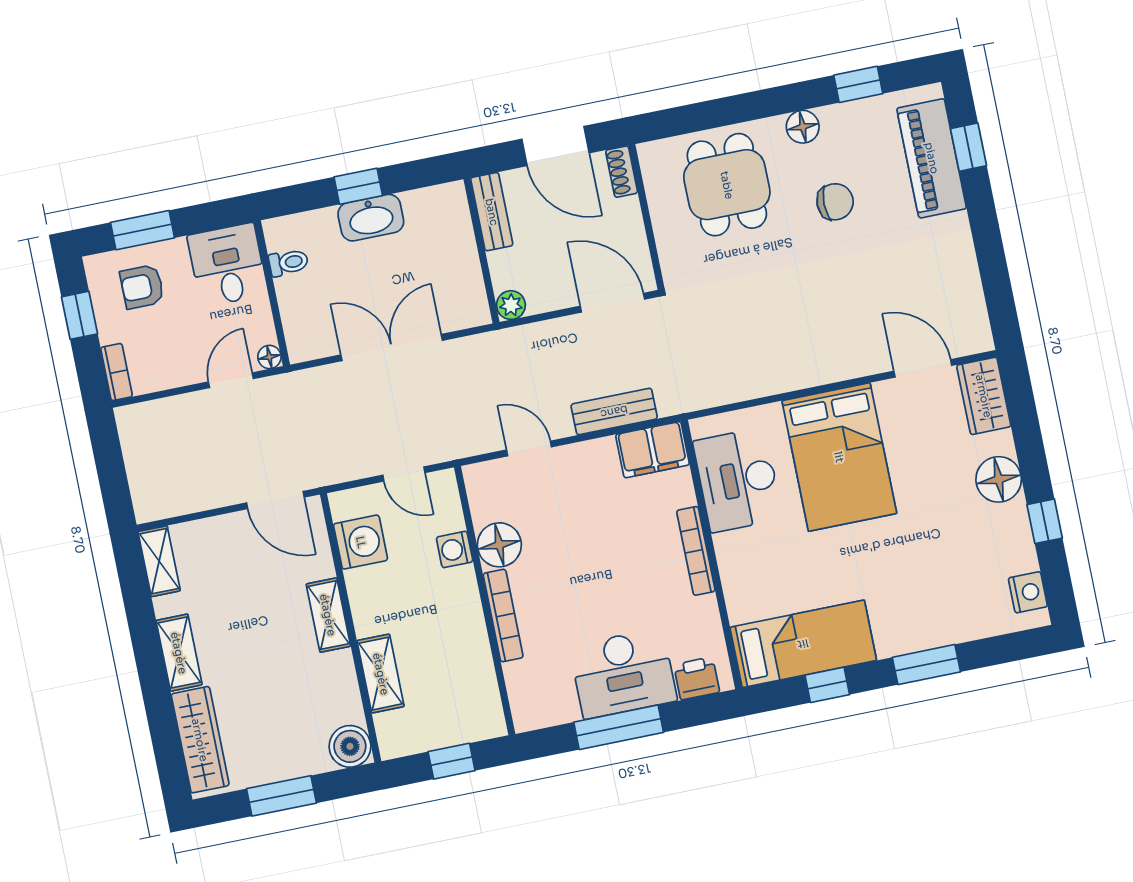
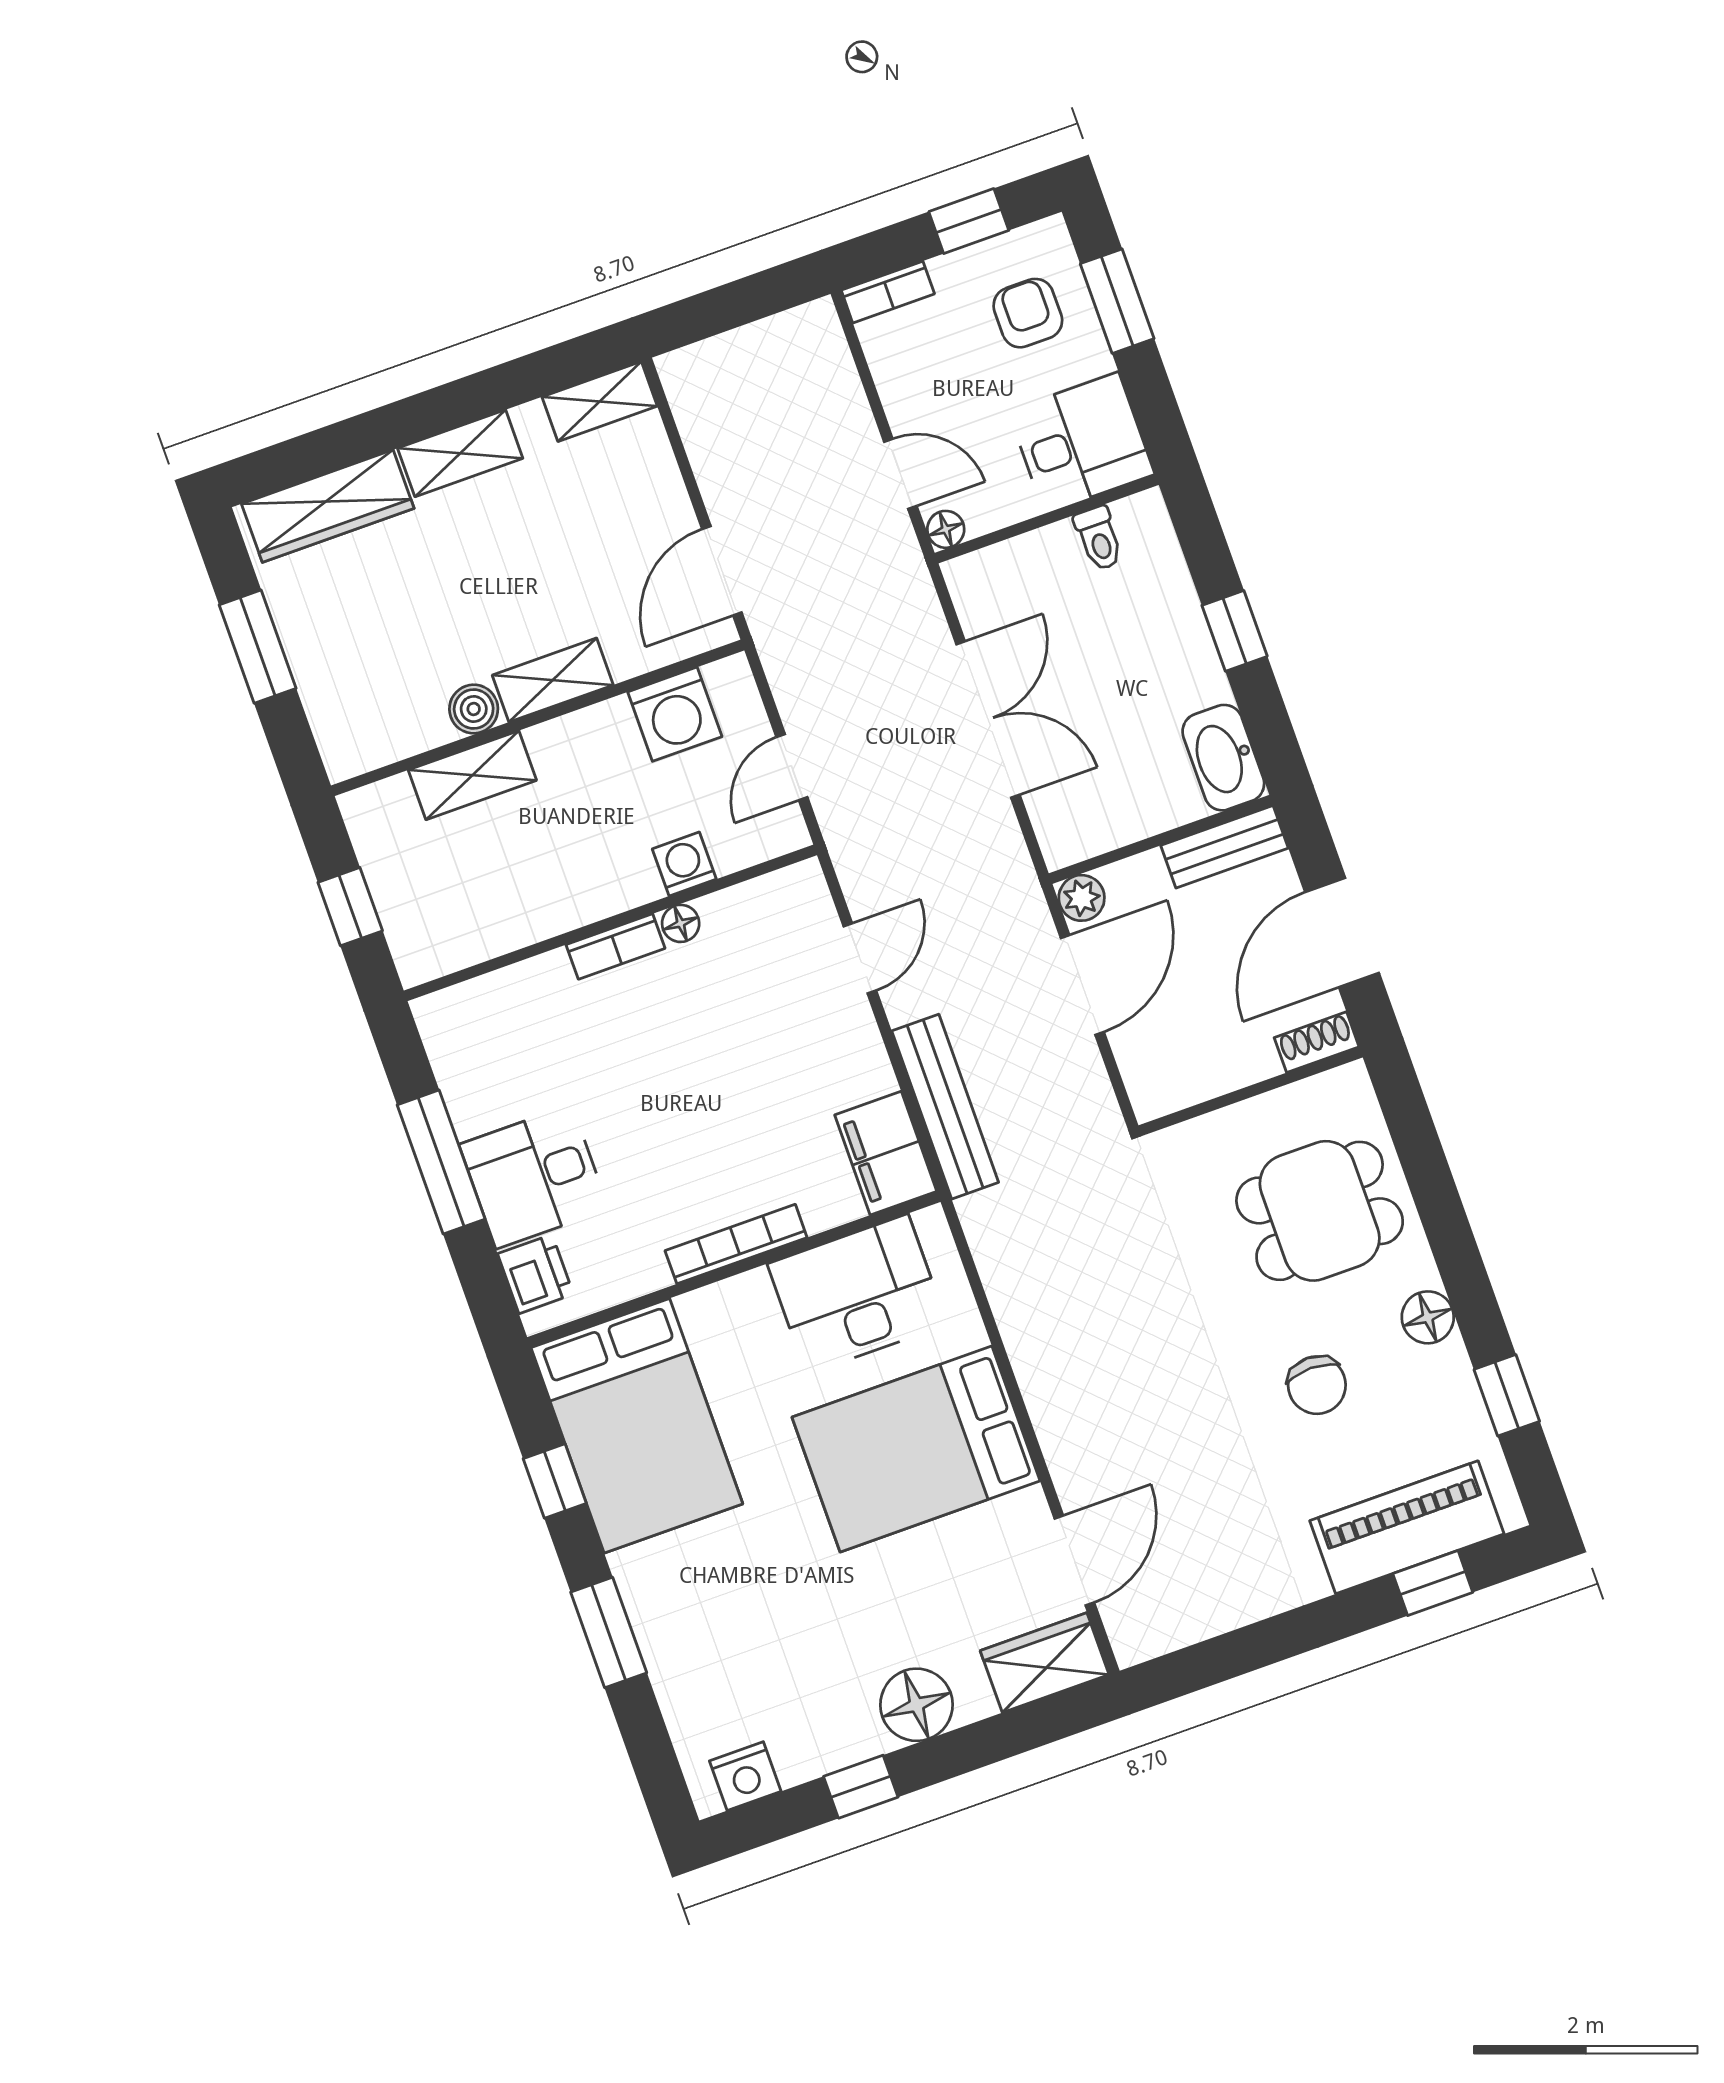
washbasin: (371, 218) -> (1223, 758), moved
door: (612, 303) -> (1082, 985), moved
bench: (614, 412) -> (945, 1107), width x1.36
floor lamp: (499, 545) -> (681, 923), width x0.53, depth x0.53
bookcase: (503, 616) -> (616, 946), width x0.64
bed: (803, 644) -> (637, 1426), width x1.50
desk: (623, 673) -> (534, 1177), width x0.73
boiler: (350, 746) -> (474, 709), moved, width x0.73, depth x0.73

